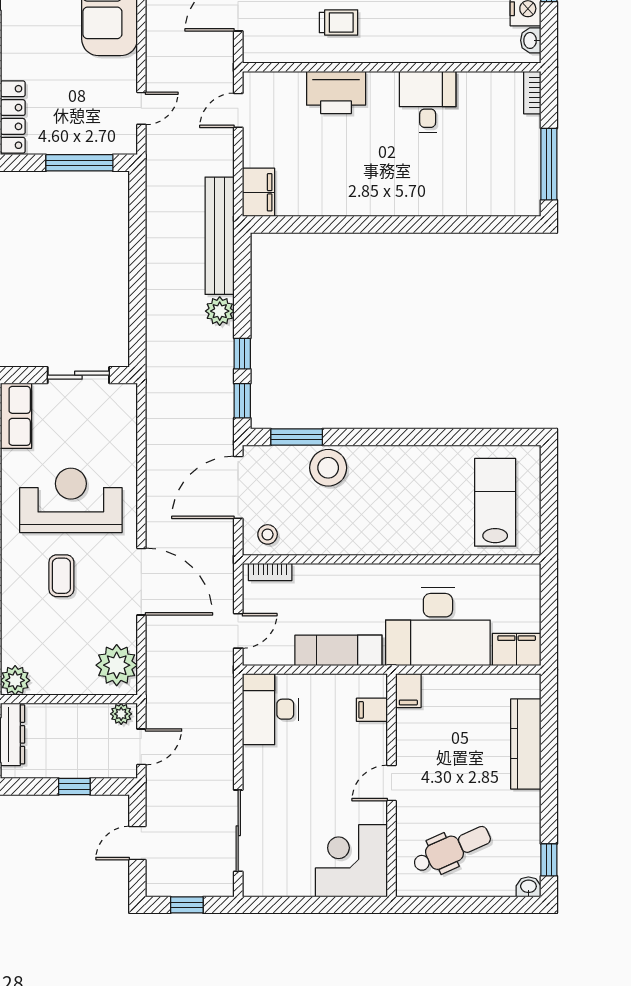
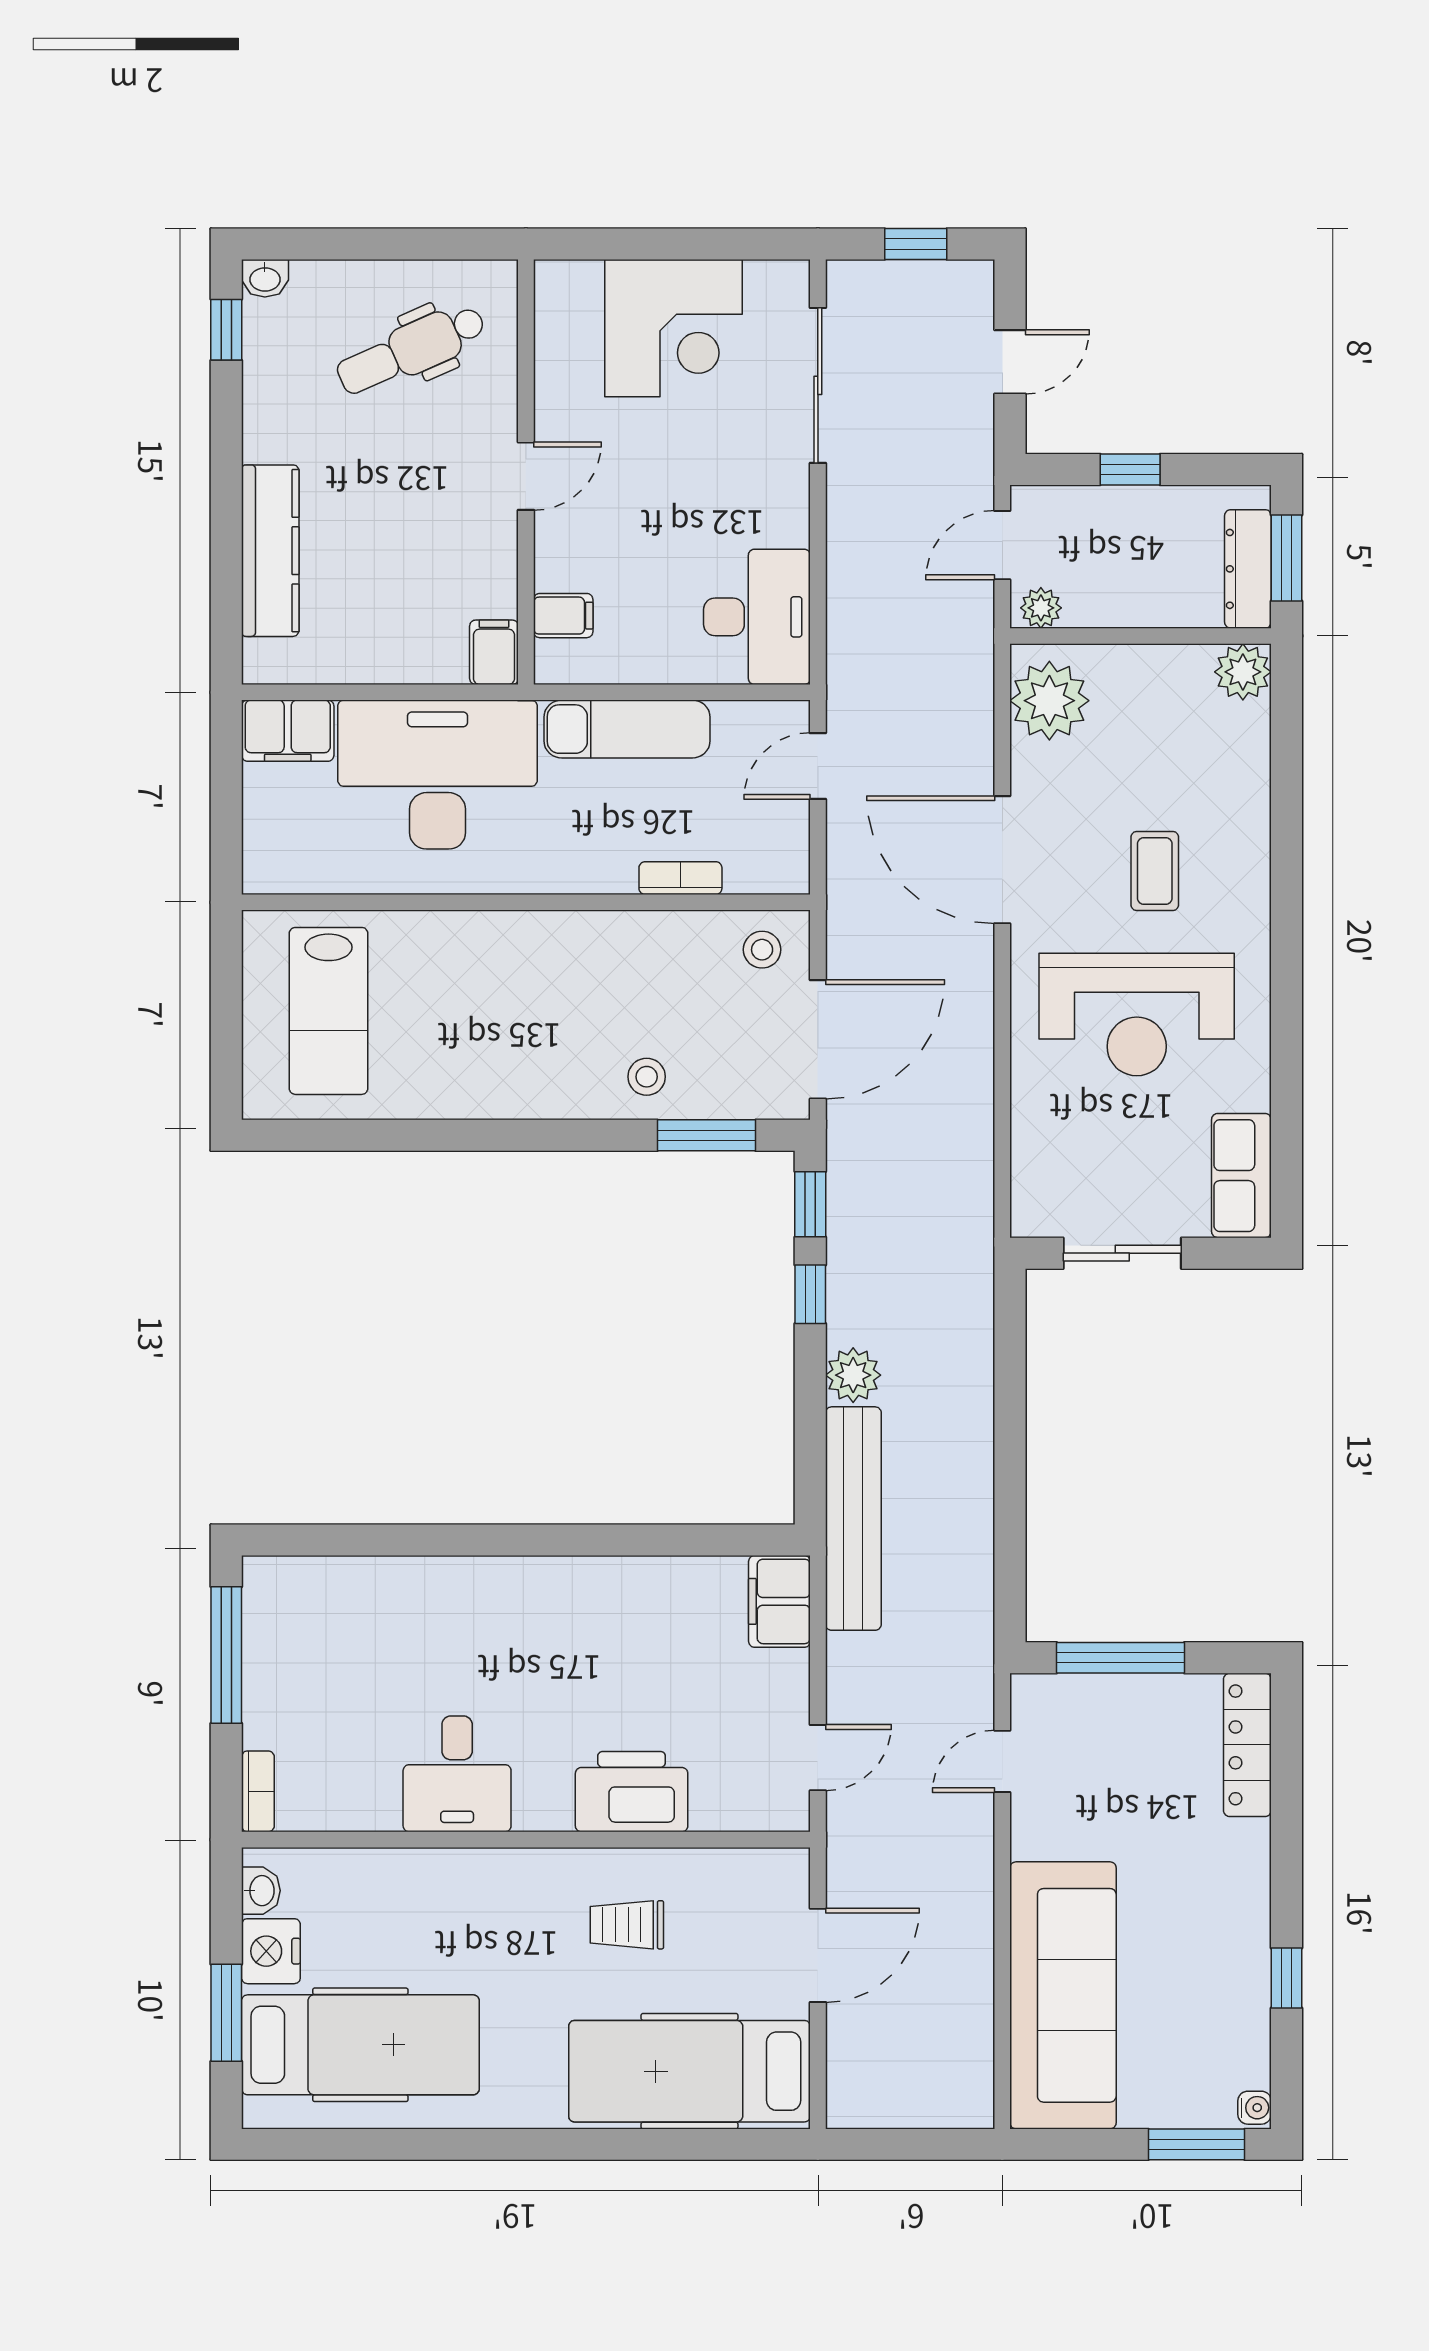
stool: (328, 468) -> (647, 1077), width x0.53, depth x0.53
bookcase: (270, 572) -> (680, 878), moved
corner desk: (351, 861) -> (674, 328), moved

